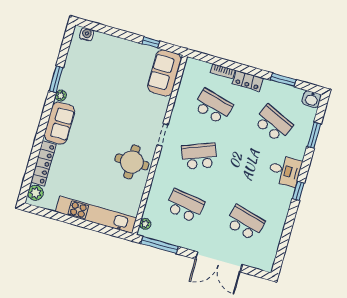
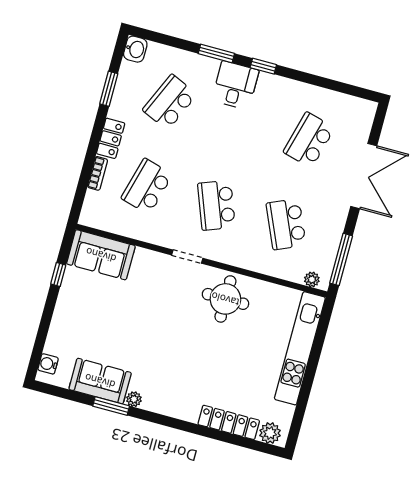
sofa: (59, 123) -> (100, 381), moved
window: (314, 135) -> (216, 53), moved
school desk: (185, 206) -> (286, 224), turned -33

